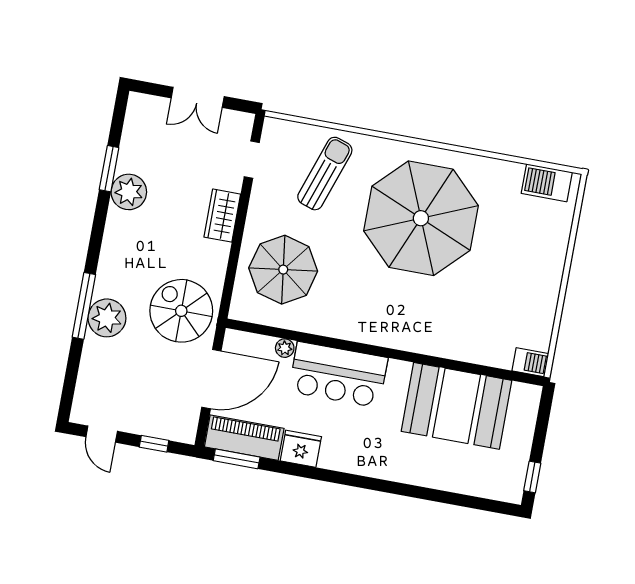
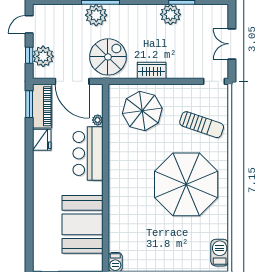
doorway: (252, 160) -> (214, 81), moved
wardrobe: (222, 216) -> (152, 70), moved
plant: (160, 420) -> (43, 56), added

